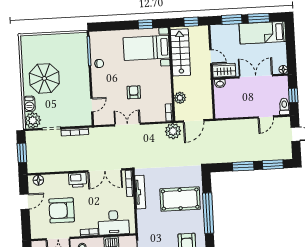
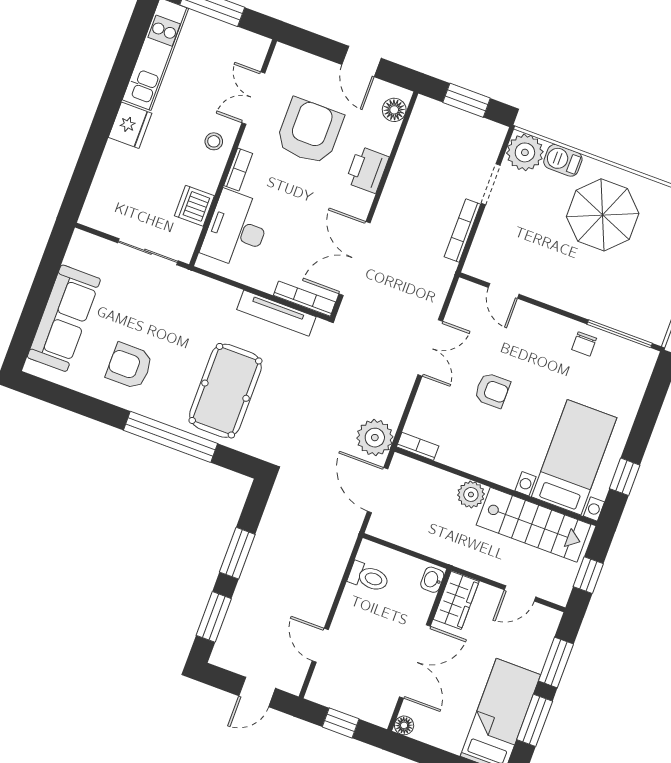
door: (211, 57) -> (520, 593), moved
plant: (180, 98) -> (471, 494), moved
toilet: (284, 107) -> (369, 577), moved
printer: (78, 180) -> (367, 170), moved

